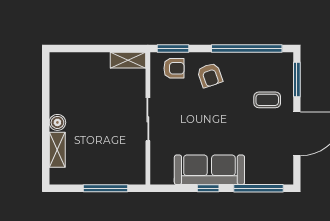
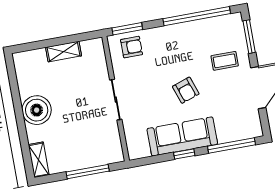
shelving: (128, 60) -> (64, 52), moved
armchair: (210, 75) -> (186, 90), moved
boiler: (57, 122) -> (37, 110), width x1.86, depth x1.86
shelving: (57, 150) -> (39, 160), moved

